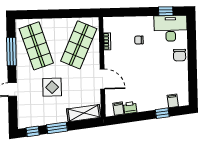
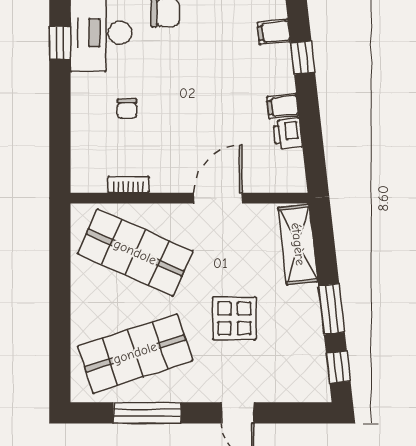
filing cabinet: (118, 109) -> (283, 106), moved

